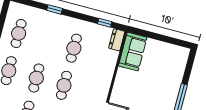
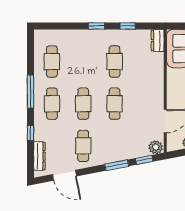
window: (55, 9) -> (97, 26), moved
window: (105, 23) -> (128, 26), moved

